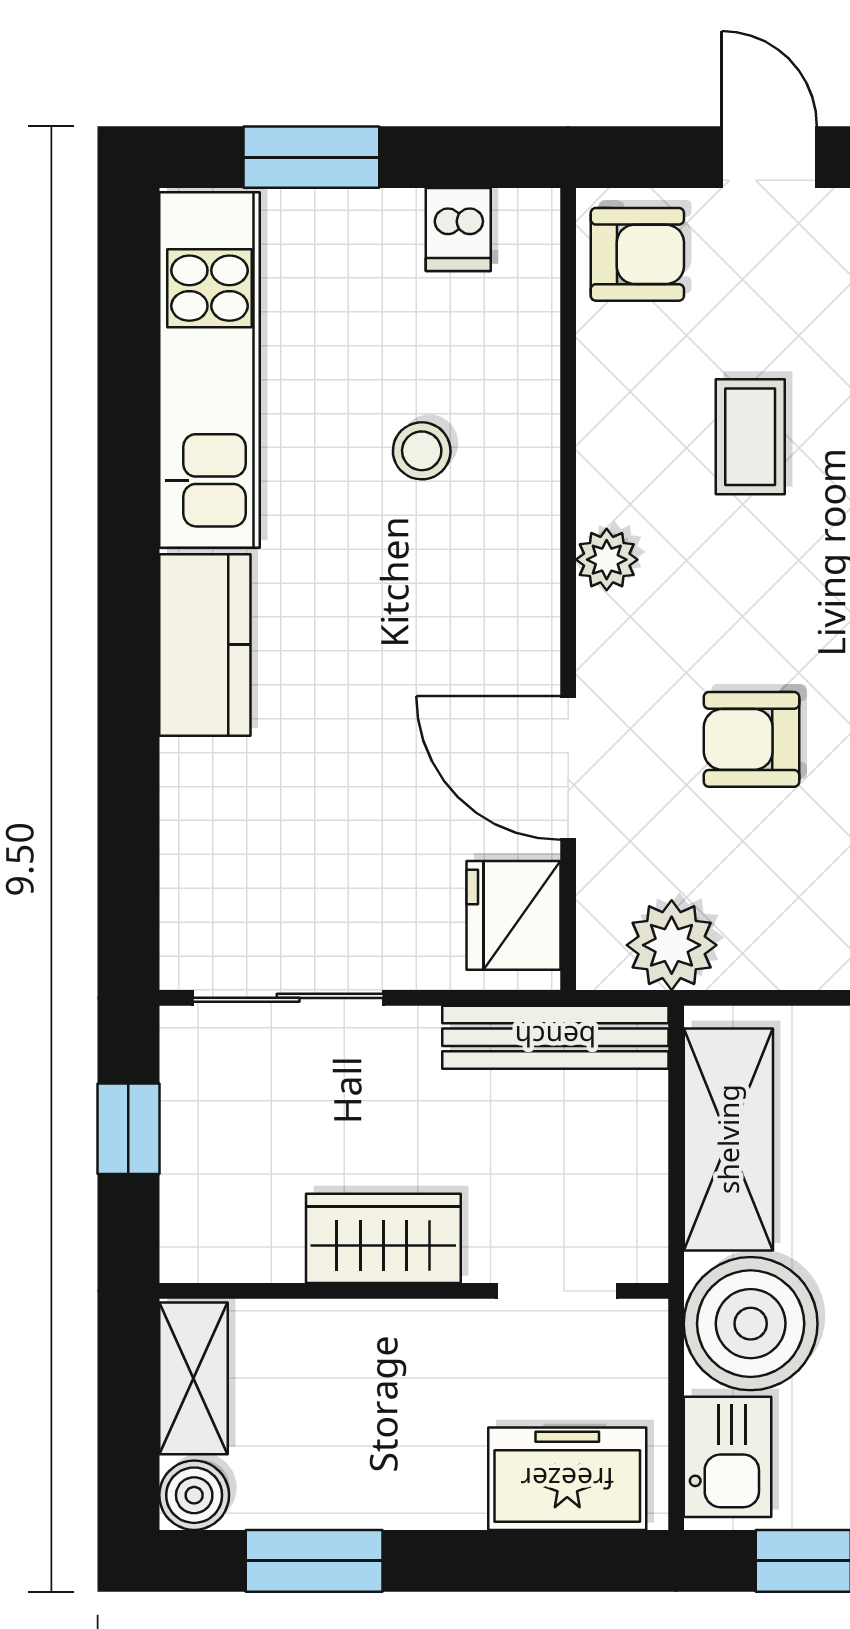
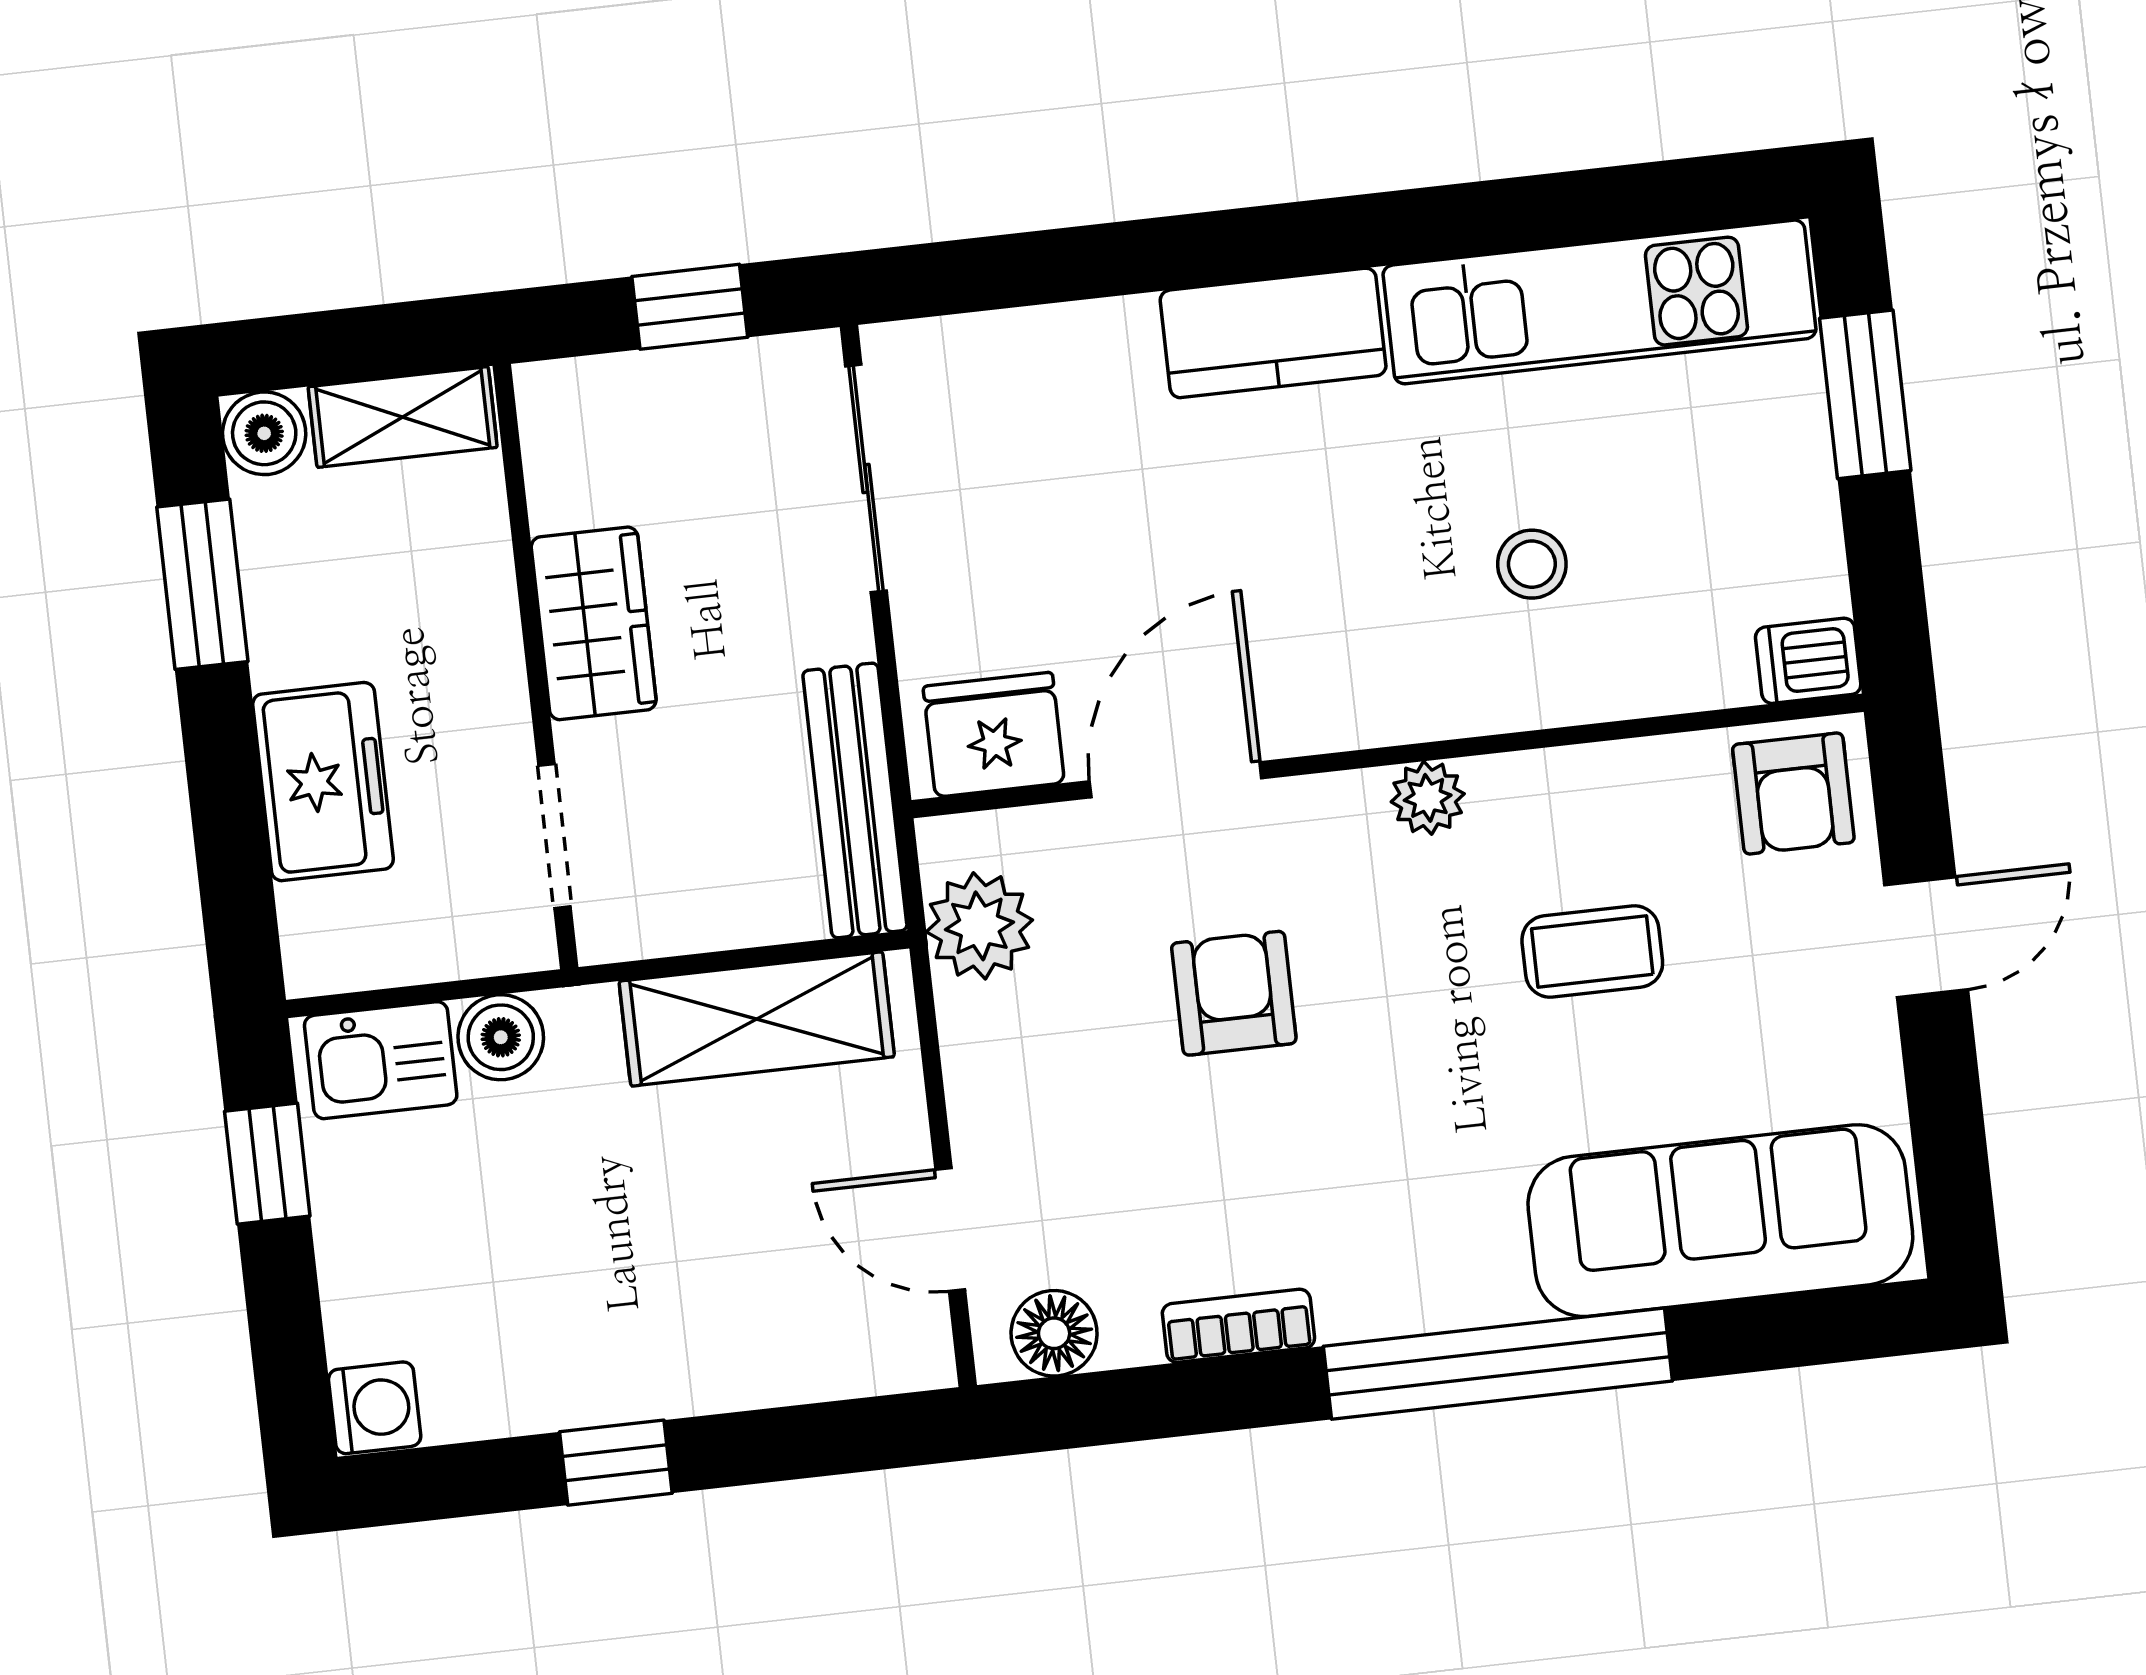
dishwasher: (458, 230) -> (1808, 661), moved
boiler: (751, 1324) -> (501, 1037), width x0.54, depth x0.54
freezer: (567, 1479) -> (323, 782), moved

